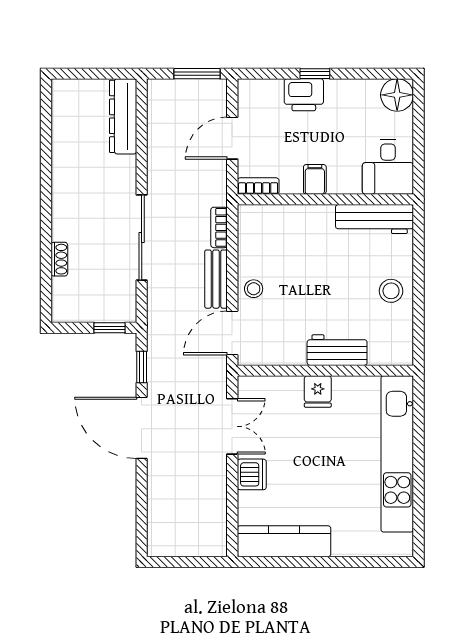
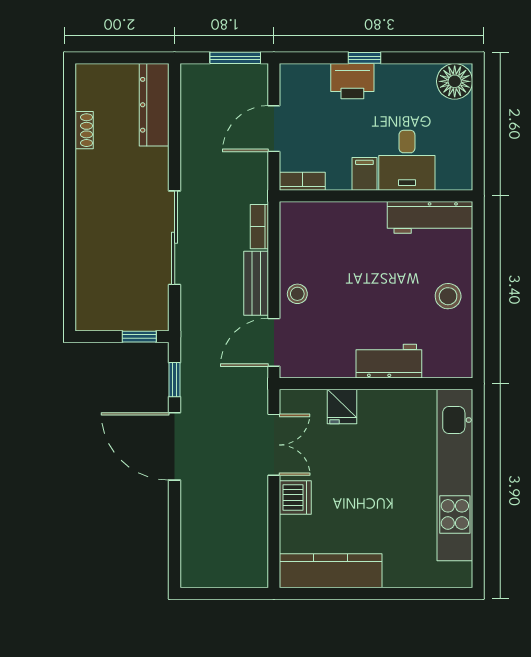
desk: (388, 167) -> (407, 160), moved
shoe rack: (59, 259) -> (84, 130), moved
fridge: (318, 391) -> (342, 406), moved

